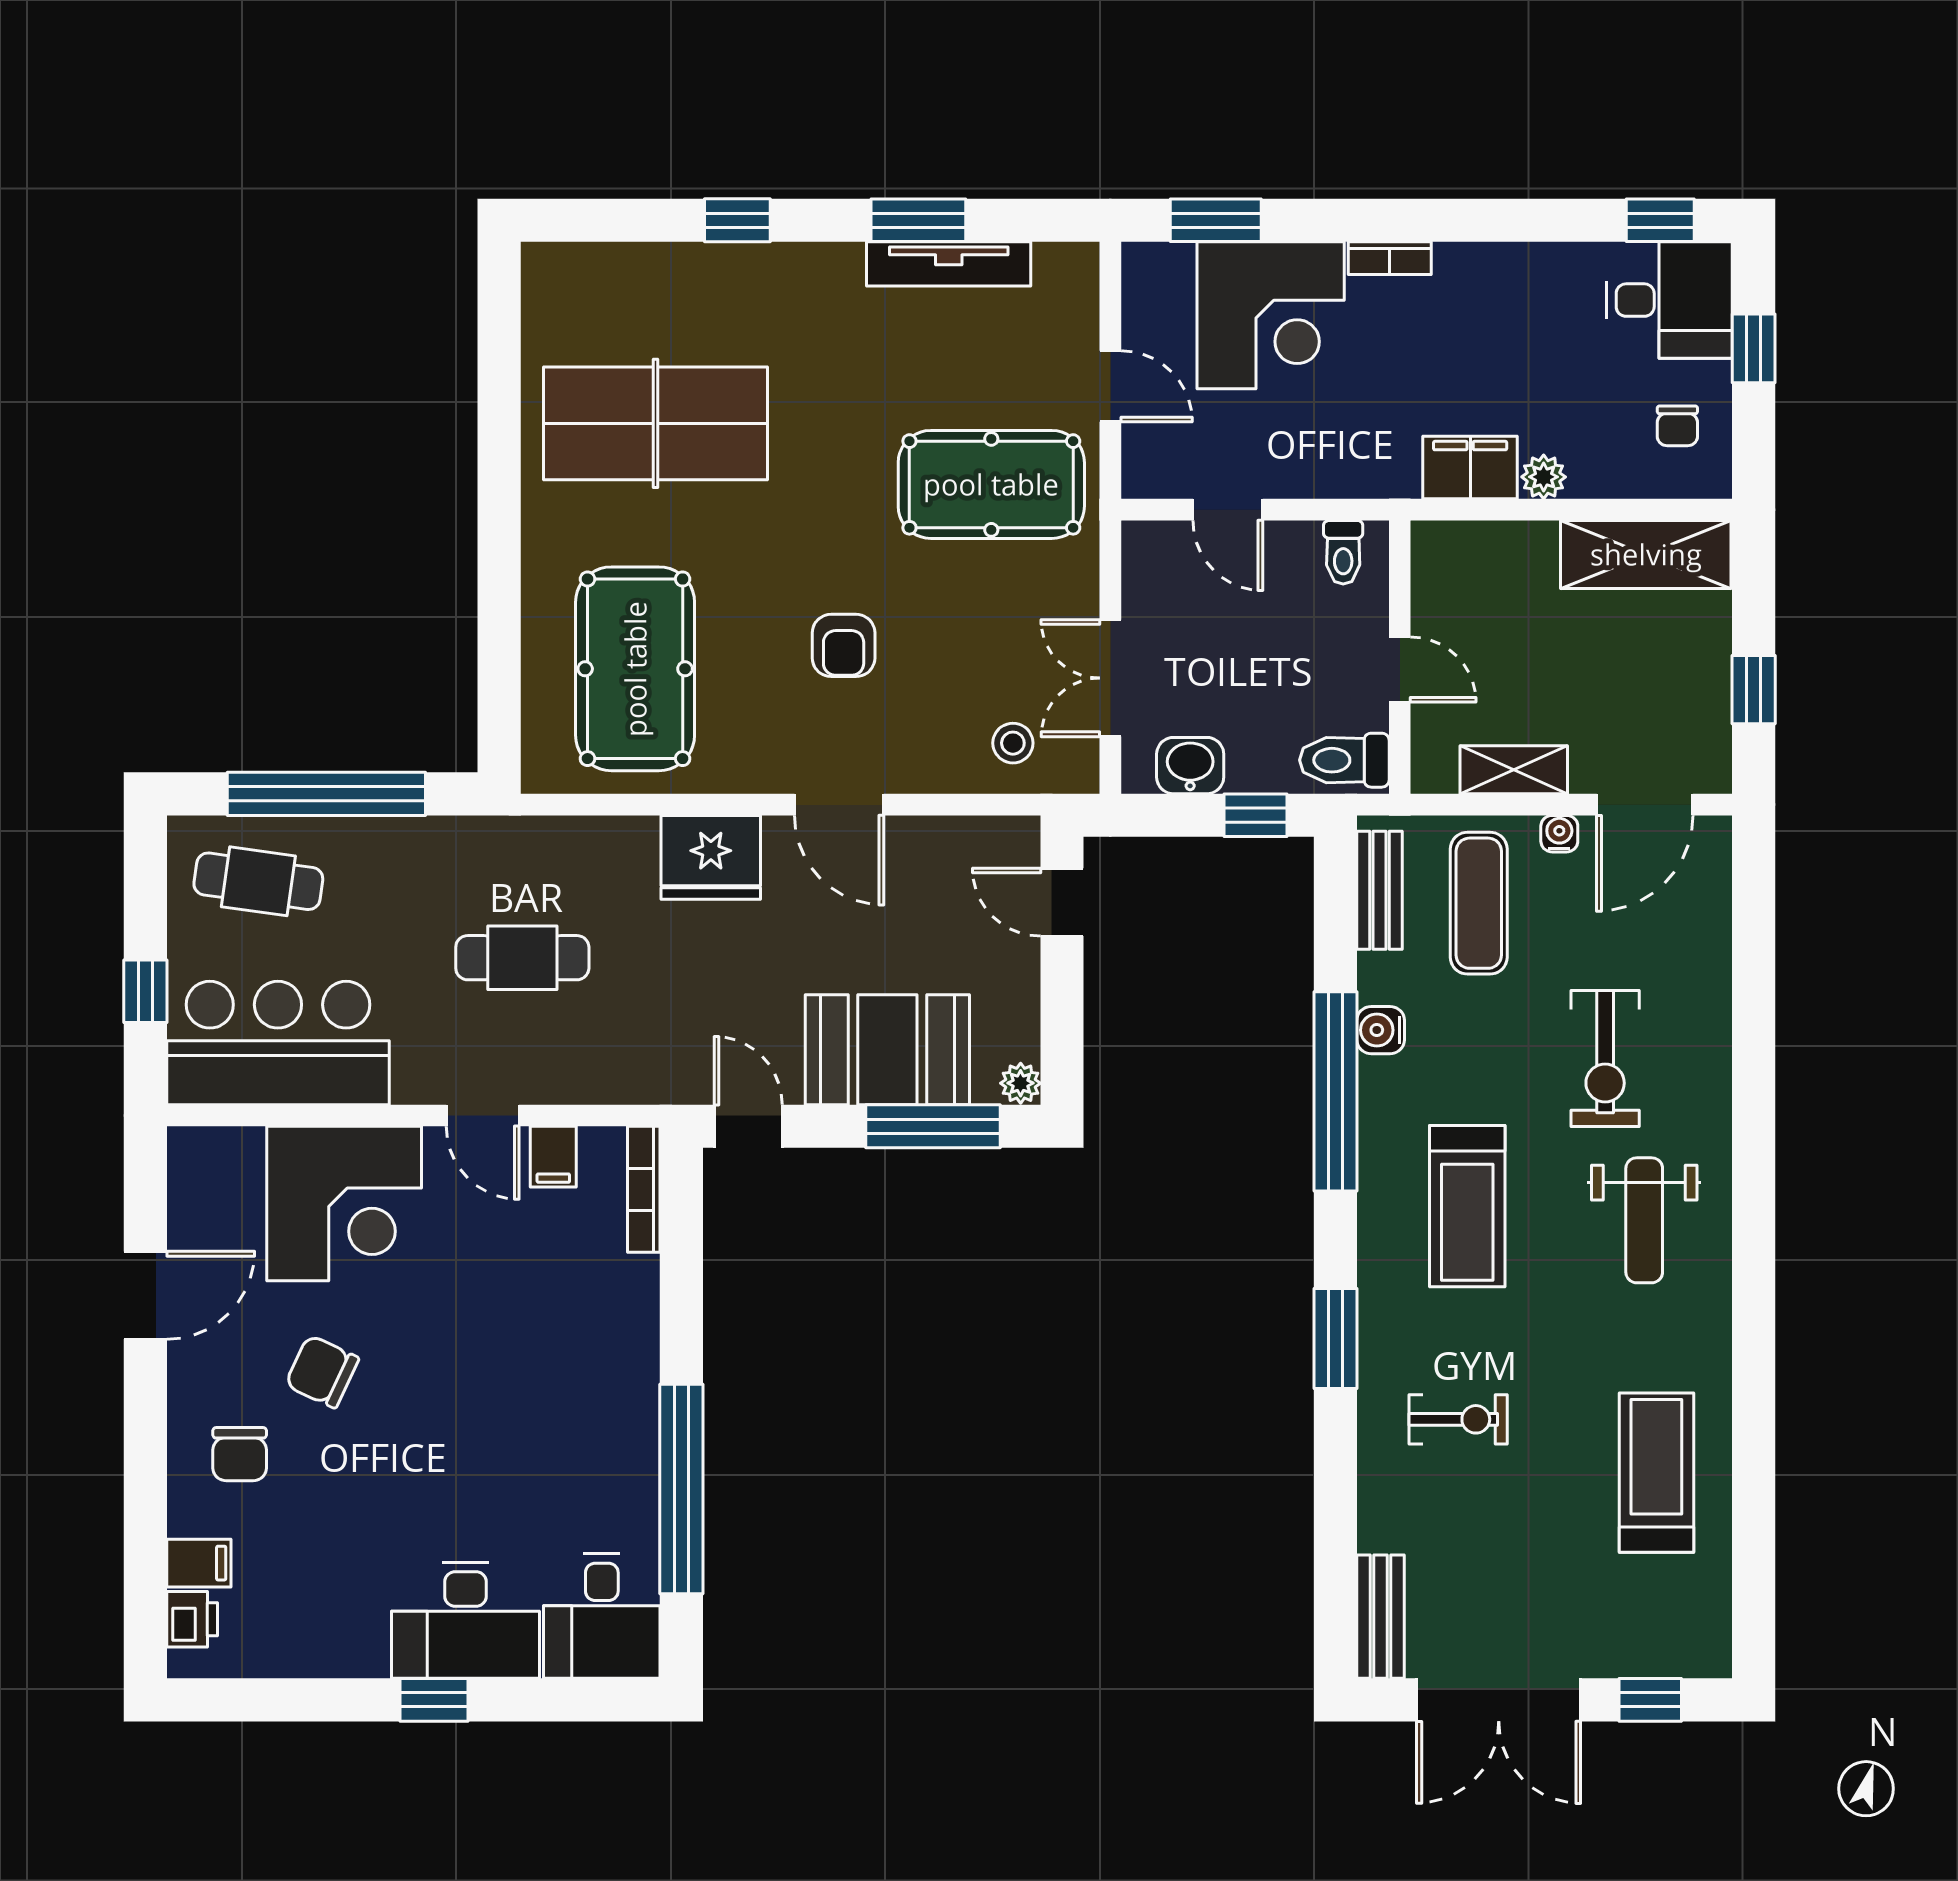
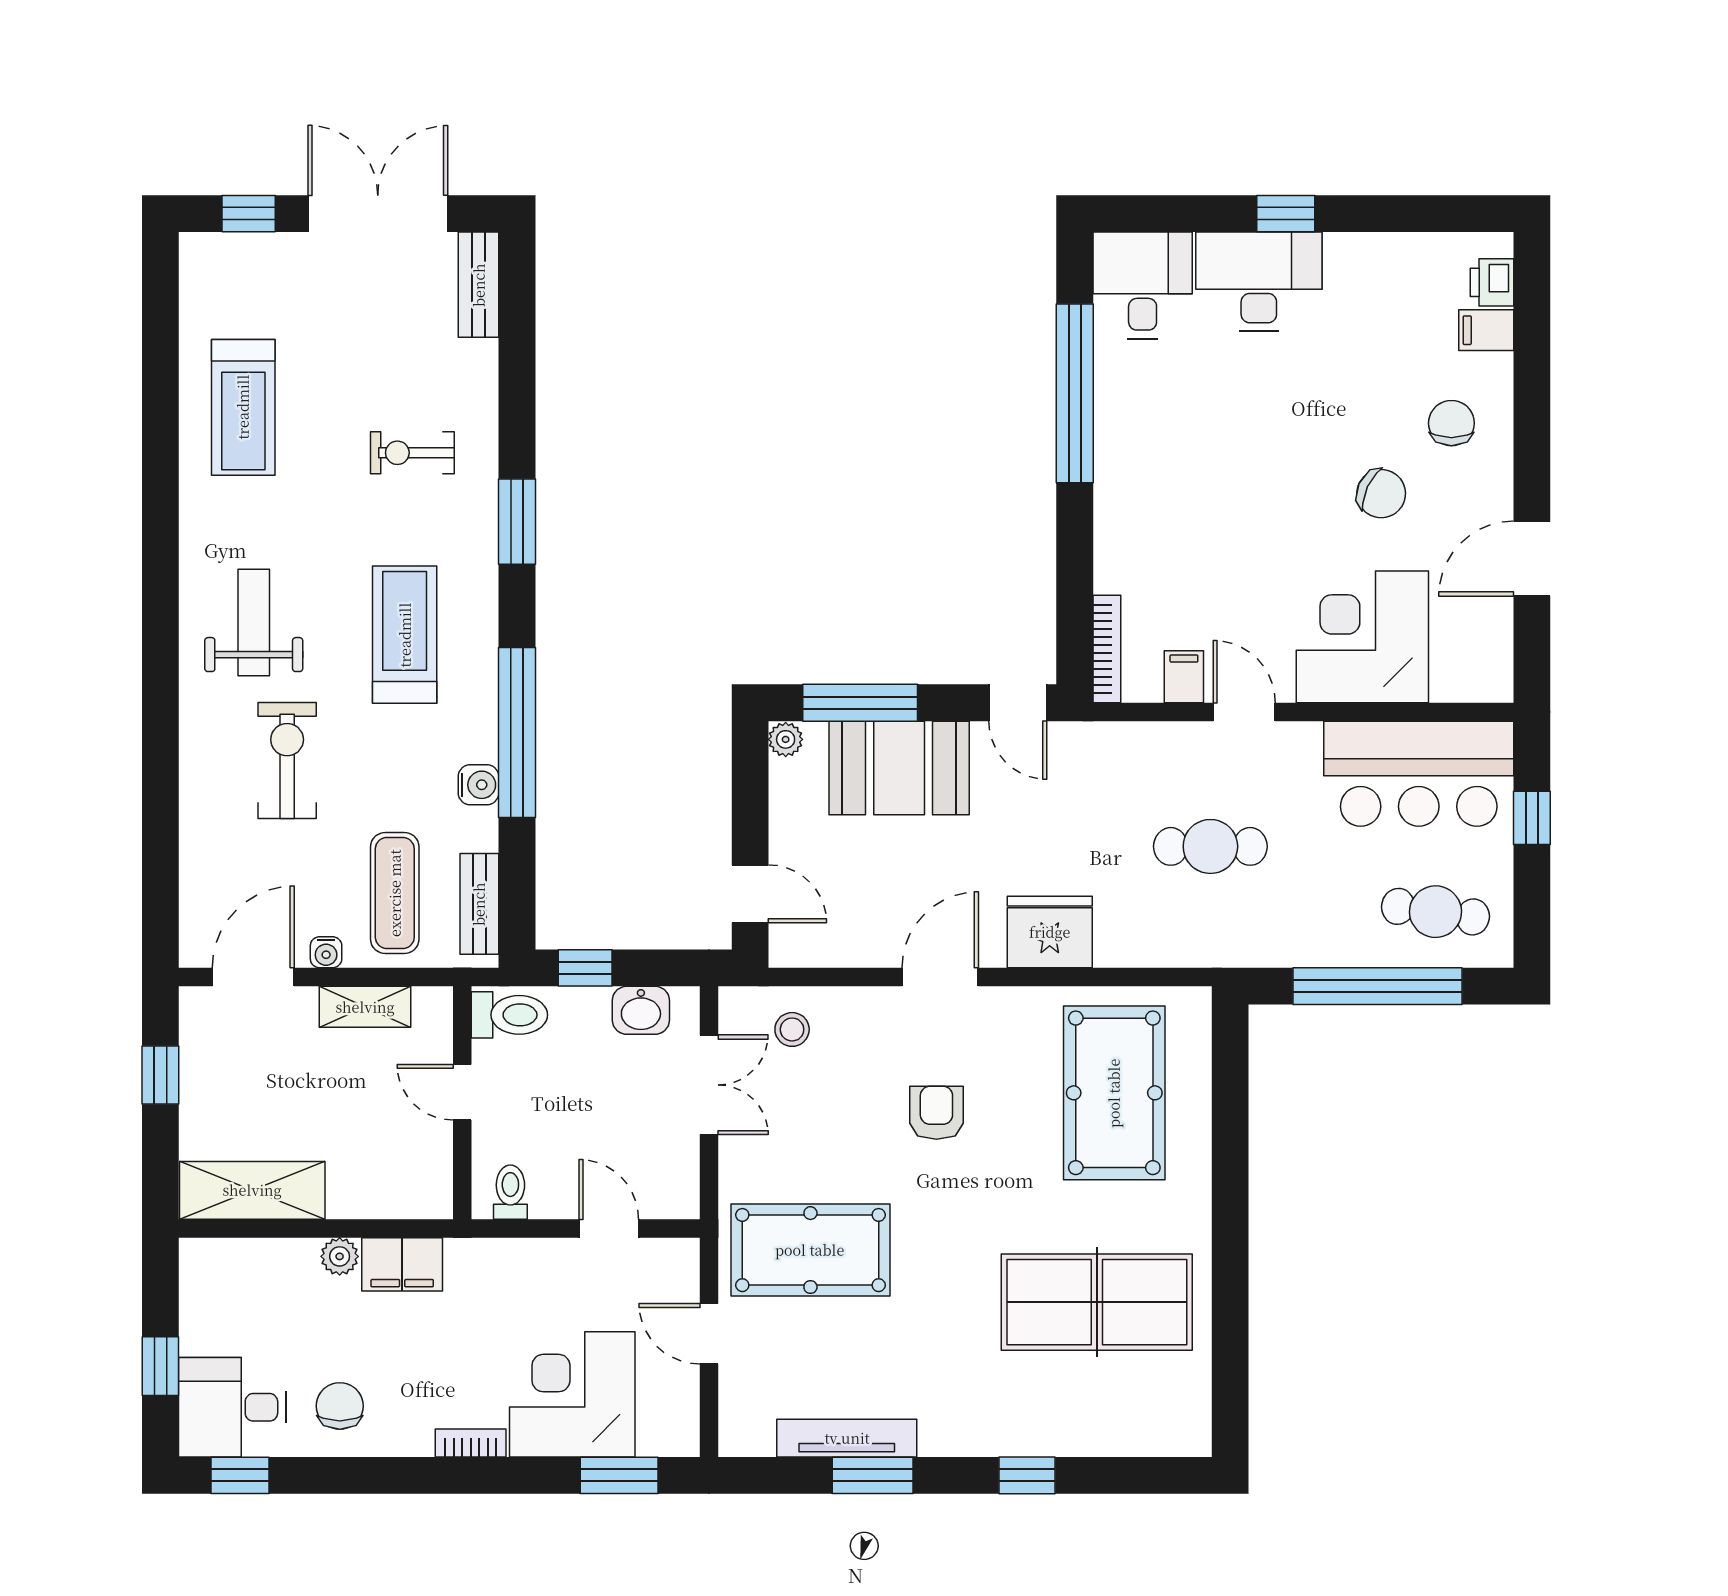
chair: (1677, 426) -> (340, 1406), moved, width x1.37, depth x1.37
door: (839, 805) -> (940, 977), hinge flipped

